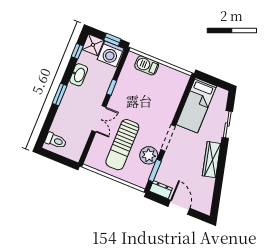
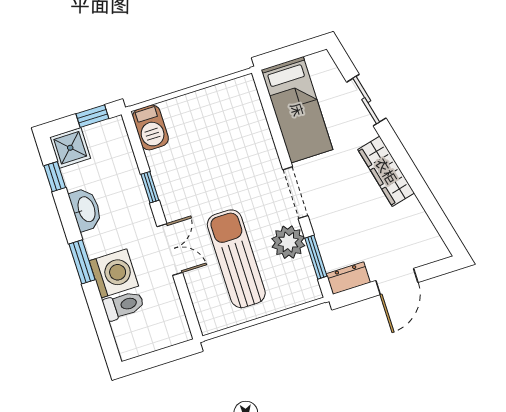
washing machine: (111, 54) -> (114, 273), moved, turned -90
barbecue: (147, 65) -> (150, 128), moved, turned -90
toilet: (56, 141) -> (124, 305), moved
sun lounger: (122, 145) -> (236, 259), turned 180
door: (179, 207) -> (397, 282), swing flipped

